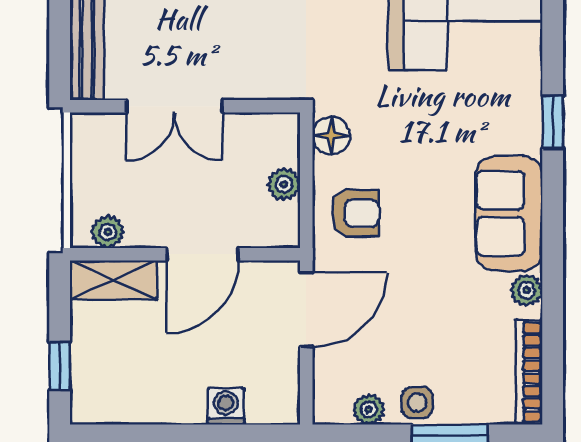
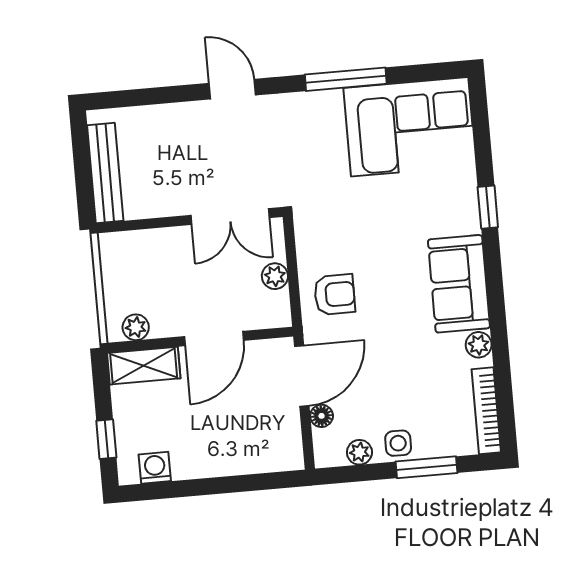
double door: (174, 106) -> (230, 217), moved
floor lamp: (331, 136) -> (322, 416), moved, width x0.73, depth x0.73
washing machine: (226, 406) -> (155, 468), moved

